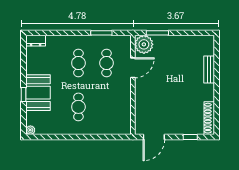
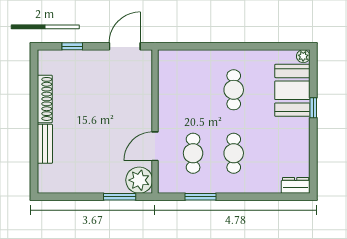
booth: (38, 93) -> (292, 90), moved
shoe rack: (209, 118) -> (45, 99), moved

